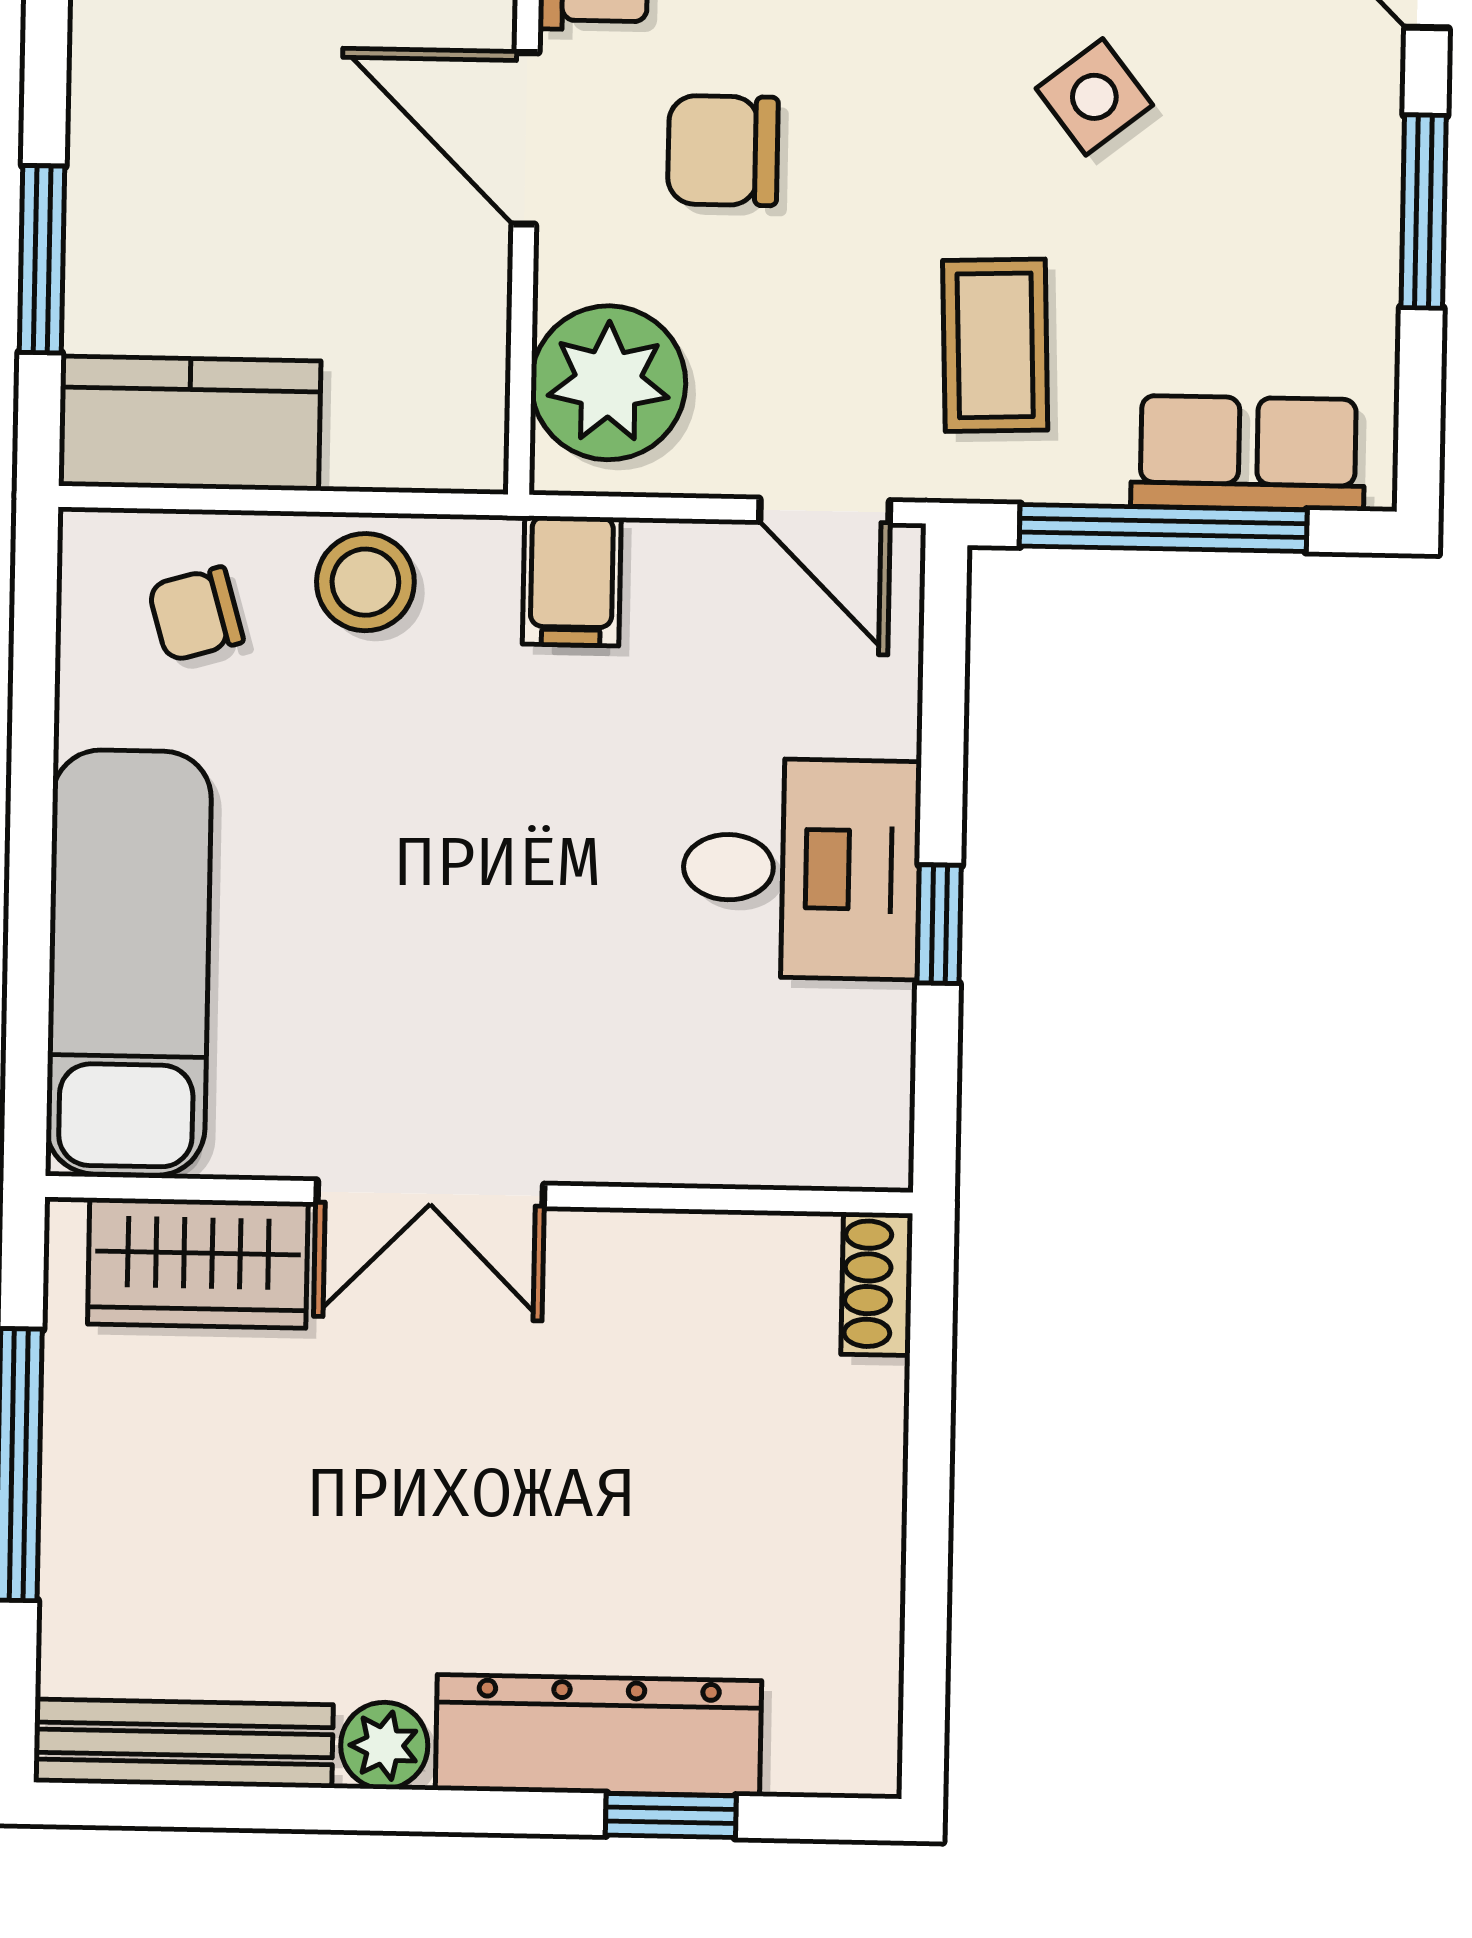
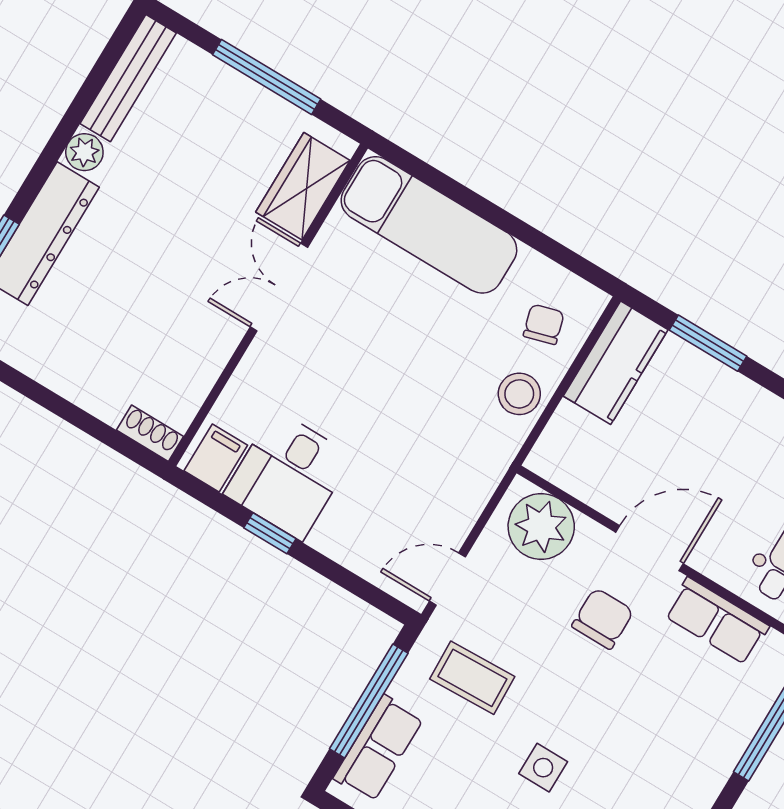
side table: (1094, 97) -> (543, 768), turned 38
filing cabinet: (572, 581) -> (216, 458), moved, turned 90
desk: (802, 869) -> (288, 475), moved

